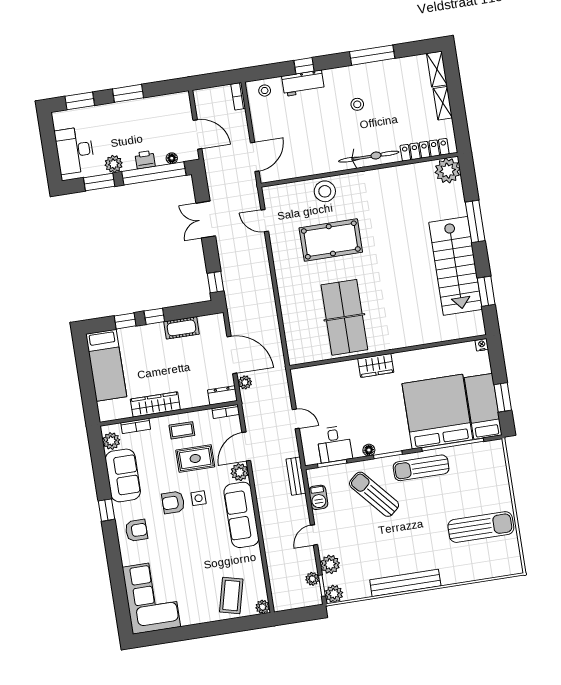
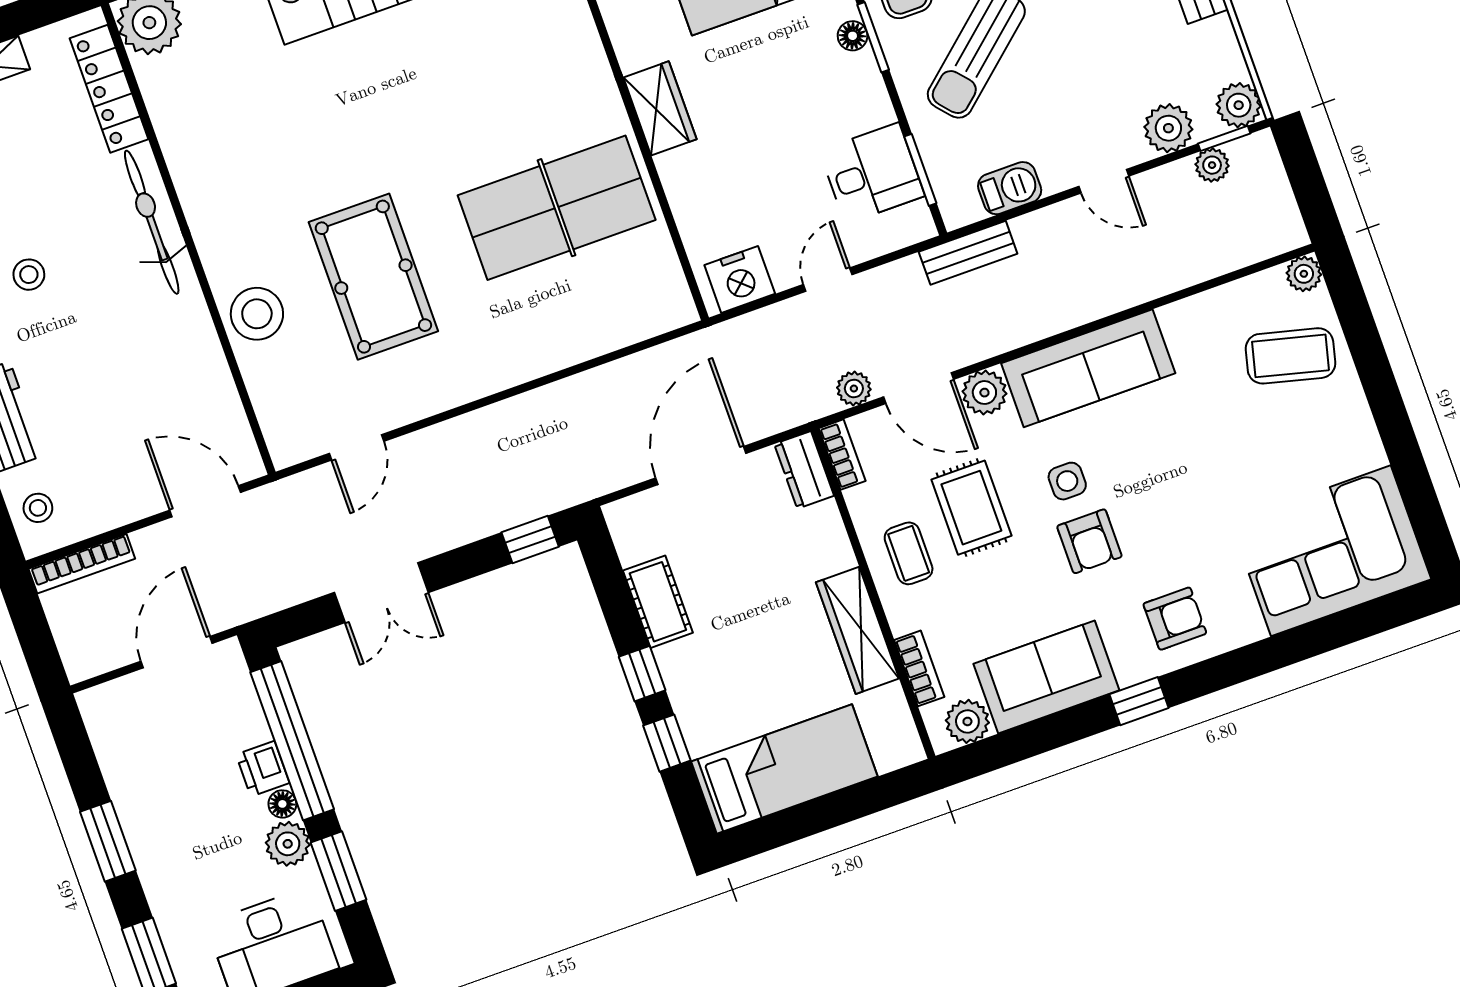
bookcase: (238, 96) -> (82, 564), width x1.56
floor lamp: (172, 158) -> (282, 804), moved
plant: (245, 382) -> (854, 389), moved
nightstand: (302, 384) -> (740, 279), added
floor lamp: (369, 450) -> (853, 36), moved
armchair: (136, 530) -> (1175, 619), turned 90

